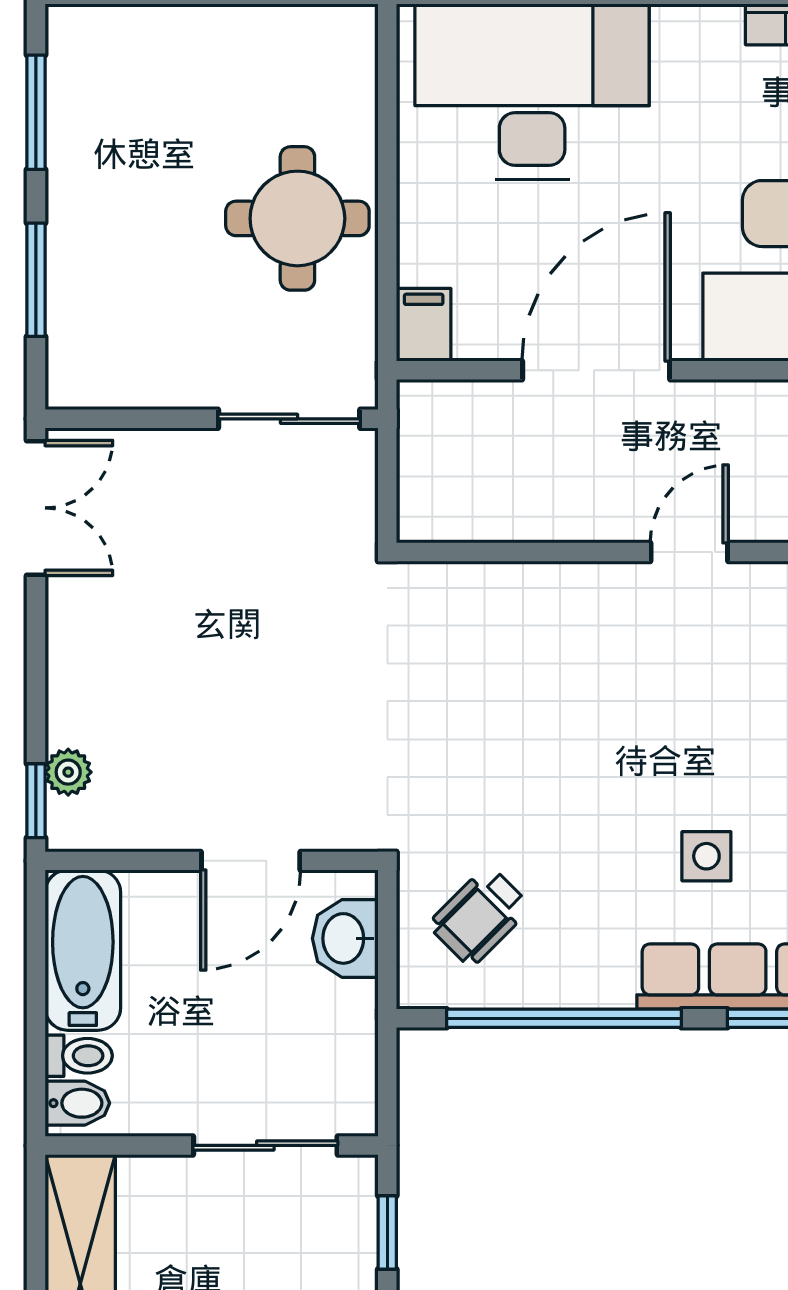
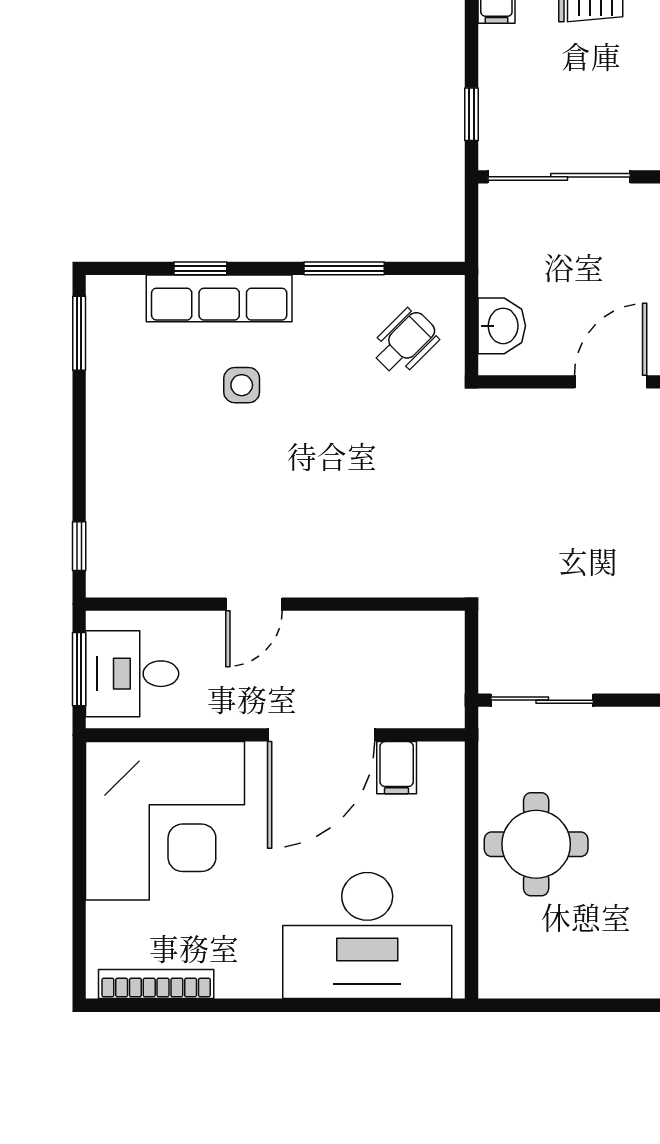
filing cabinet: (424, 325) -> (397, 768), moved
door: (251, 861) -> (611, 382), moved
window: (564, 1018) -> (344, 268), width x0.47
sliding door: (265, 1145) -> (559, 177), width x1.37

